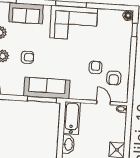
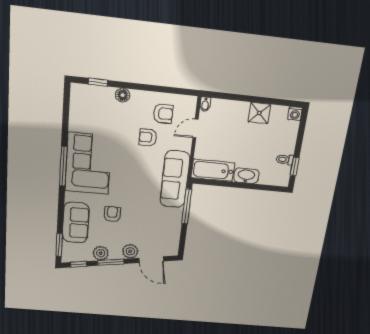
floor lamp: (128, 15) -> (123, 95), moved
armchair: (27, 57) -> (112, 214), moved
sofa: (47, 88) -> (175, 179), moved

